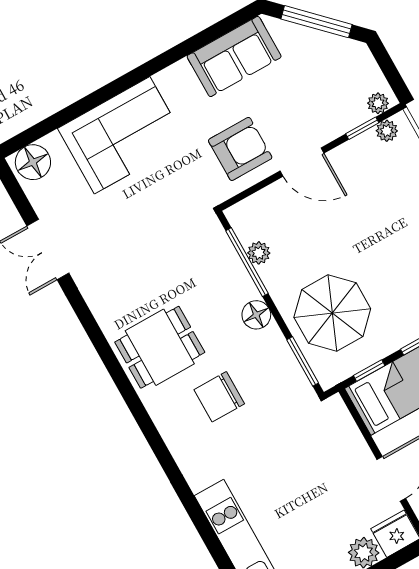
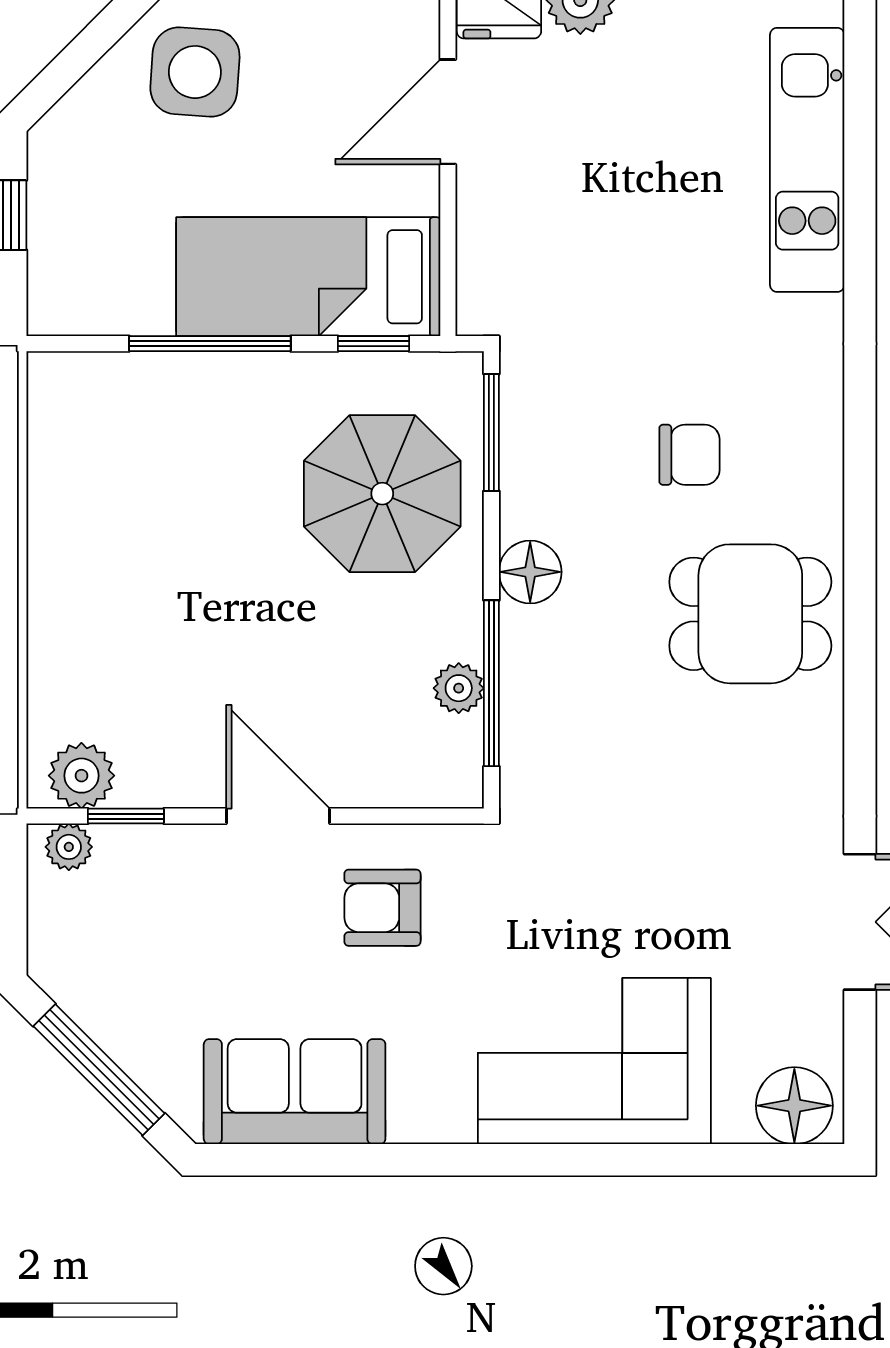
plant: (387, 131) -> (81, 776), width x1.38, depth x1.38
armchair: (240, 149) -> (382, 908), width x0.72, depth x0.72
chair: (219, 397) -> (689, 455), width x0.73, depth x0.73

